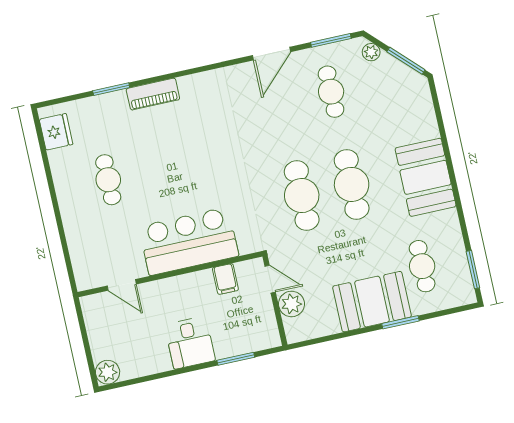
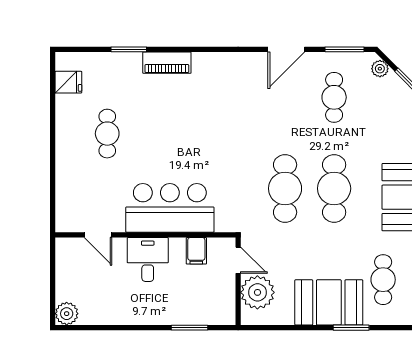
fridge: (56, 132) -> (68, 82), width x0.72
plant: (292, 304) -> (257, 292), width x1.36, depth x1.36
desk: (190, 343) -> (148, 259), moved, turned 180

